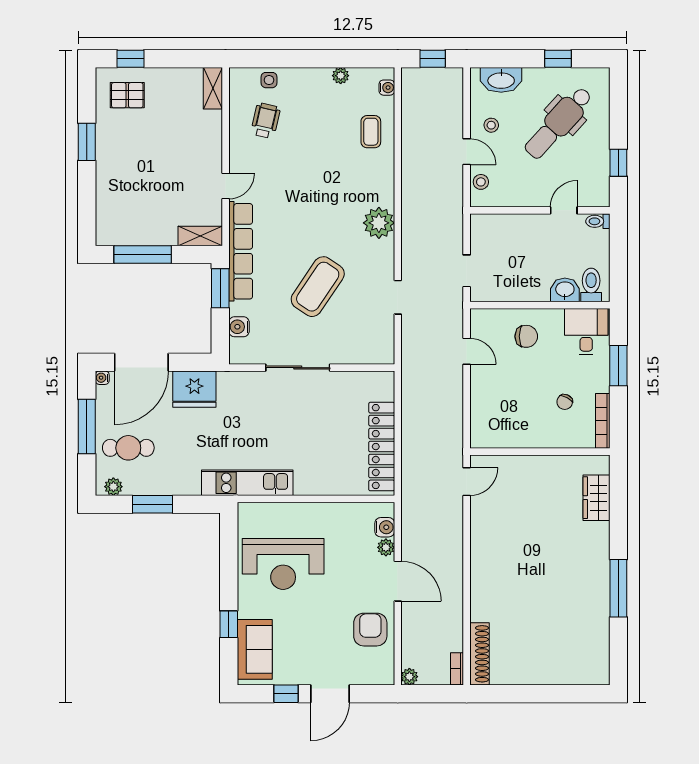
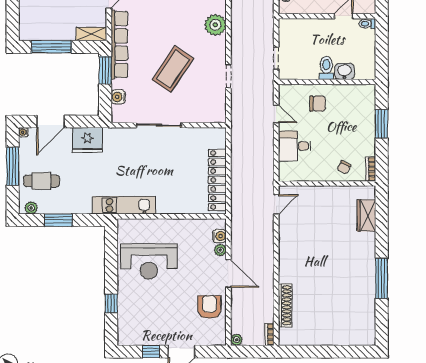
toilet: (591, 285) -> (326, 68), moved
desk: (586, 332) -> (295, 146), moved, turned -90
door: (141, 362) -> (51, 122), width x0.73
chair: (565, 402) -> (344, 167), moved
bookcase: (603, 421) -> (371, 169), width x0.64
sofa: (255, 649) -> (129, 321), removed
shoe rack: (480, 654) -> (285, 305), moved

